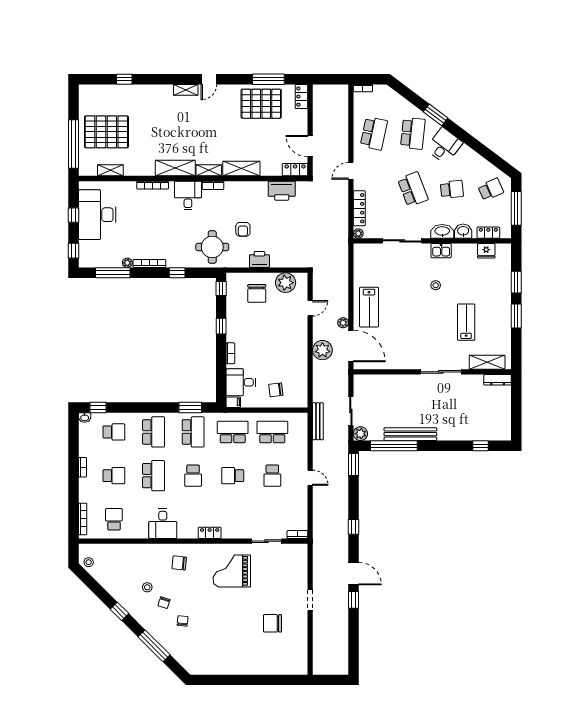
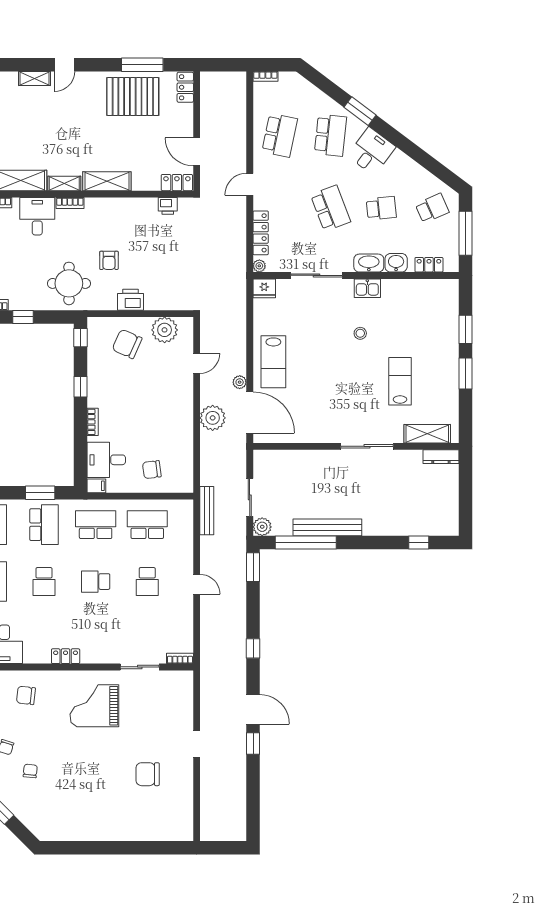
printer: (282, 191) -> (168, 206), width x0.53, depth x0.68
fridge: (486, 251) -> (264, 288), moved
chair: (257, 293) -> (127, 344), turned 114

